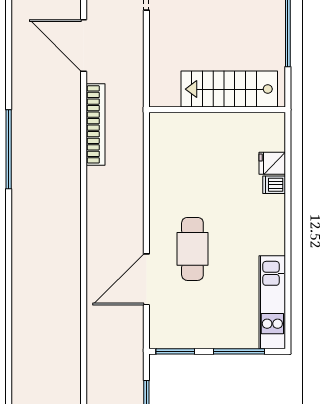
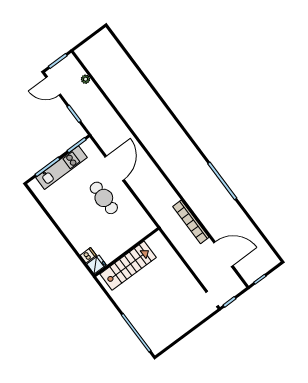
stairs: (229, 89) -> (128, 266), moved
wall: (217, 110) -> (127, 252), moved
kitchen unit: (272, 302) -> (61, 168), moved, turned 90

